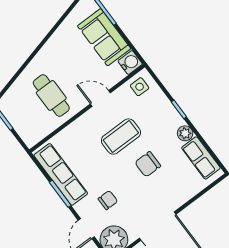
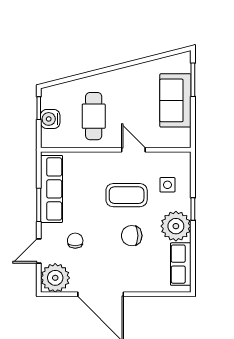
water cooler: (130, 63) -> (50, 119), moved, turned 180
side table: (140, 87) -> (167, 185), moved
plant: (185, 133) -> (176, 226), width x1.87, depth x1.87
chair: (108, 200) -> (75, 241), turned -90

